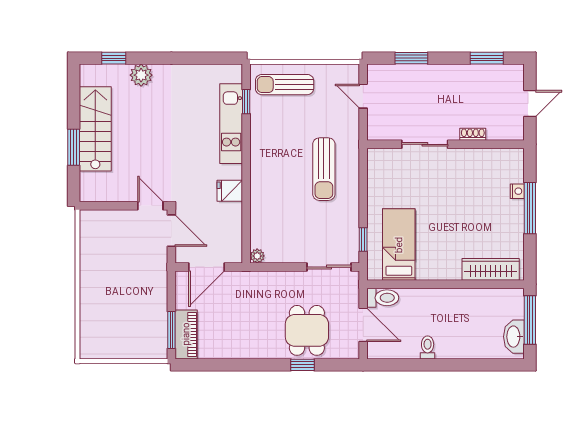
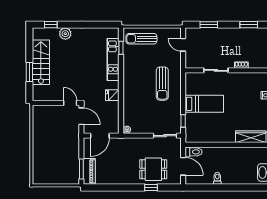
bed: (399, 245) -> (204, 104), moved, turned 90
dining table: (307, 330) -> (153, 169), turned 90

